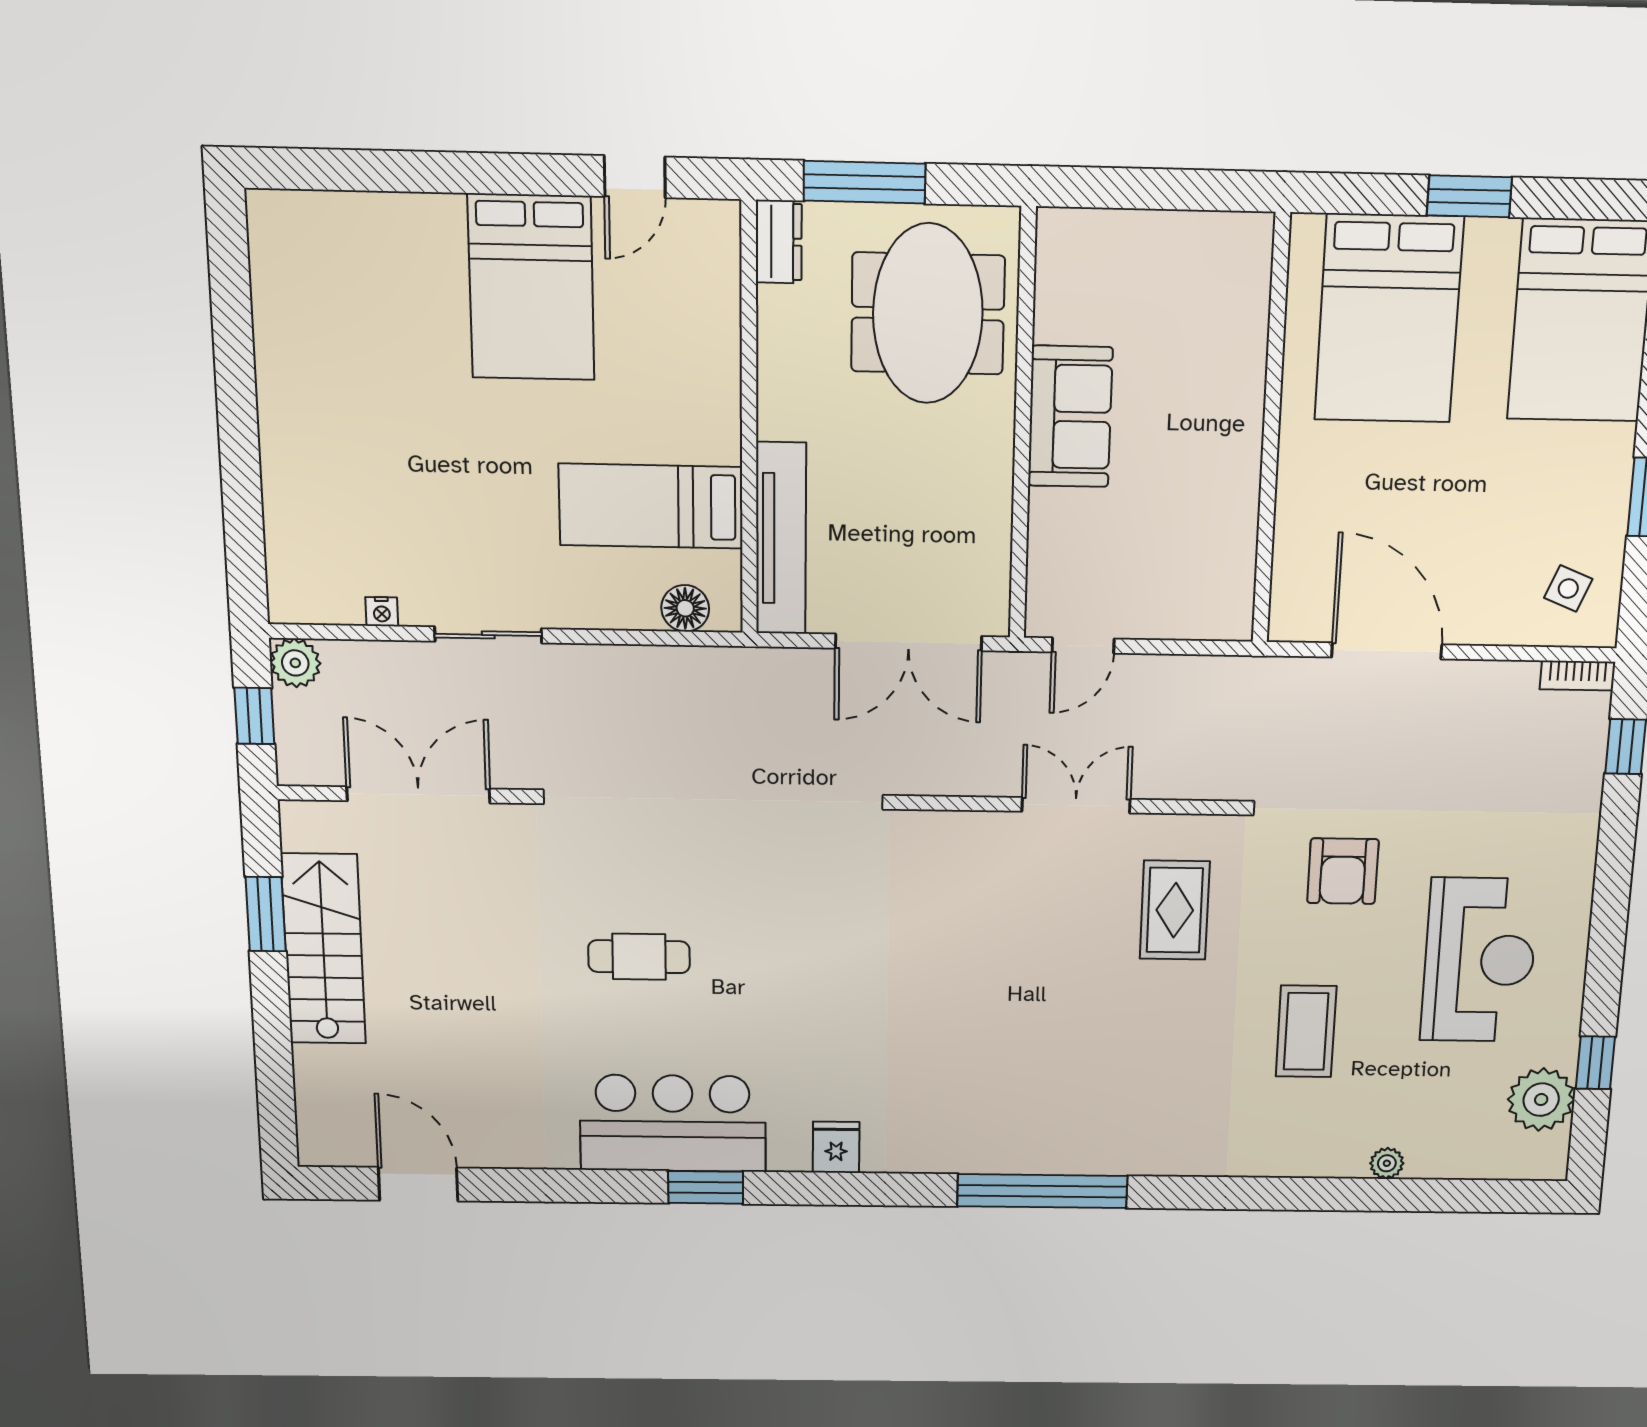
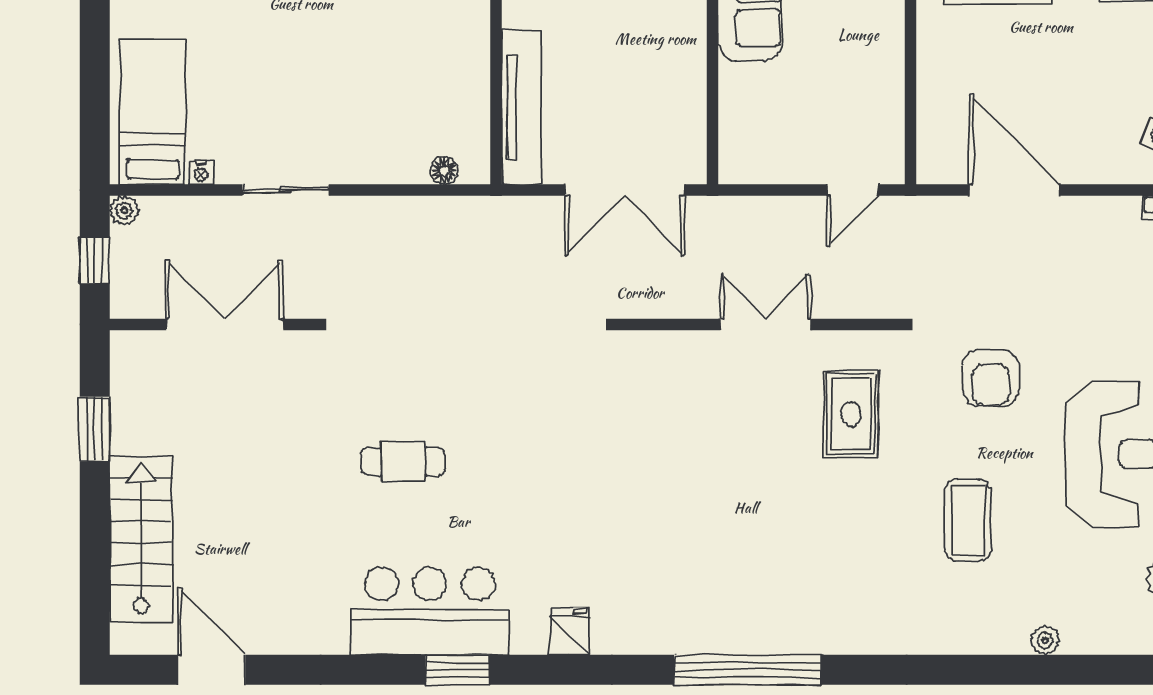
bed: (651, 506) -> (153, 112), moved, turned 90
floor lamp: (685, 608) -> (444, 171), width x0.73, depth x0.73
door: (1083, 645) -> (853, 190), moved
plant: (295, 663) -> (124, 210), width x0.73, depth x0.73
stairs: (324, 949) -> (141, 539), moved

